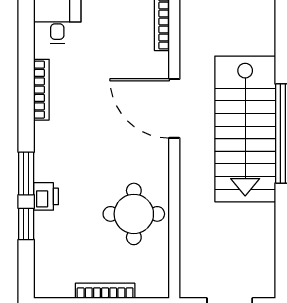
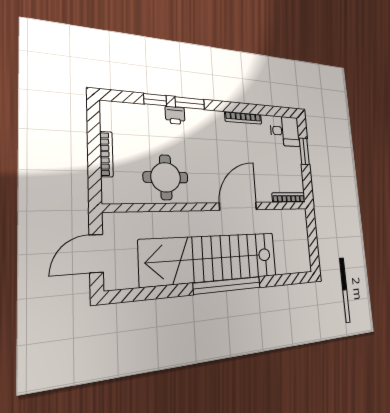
stairs: (245, 129) -> (211, 258), width x1.36

